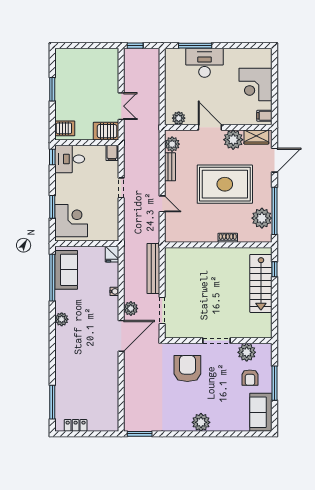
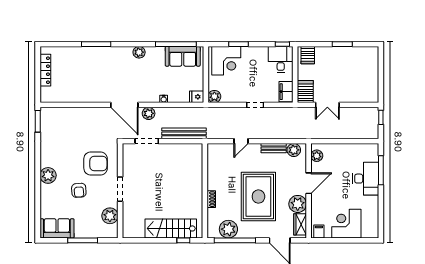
filing cabinet: (112, 153) -> (286, 92), width x2.00
plant: (112, 234) -> (214, 97), added
armchair: (250, 378) -> (79, 190), moved, turned -94
window: (52, 402) -> (96, 44), moved
locker: (76, 425) -> (45, 70), width x1.53

